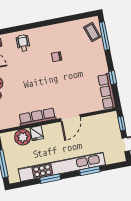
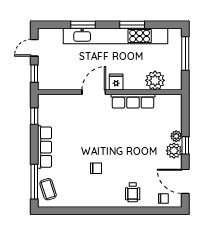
window: (113, 78) -> (34, 116), moved
row of seats: (107, 91) -> (45, 147), moved
fridge: (37, 133) -> (116, 82), moved

